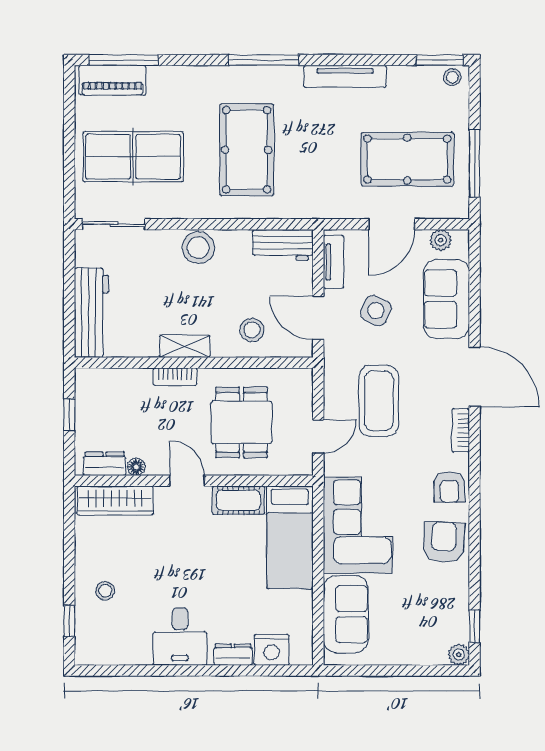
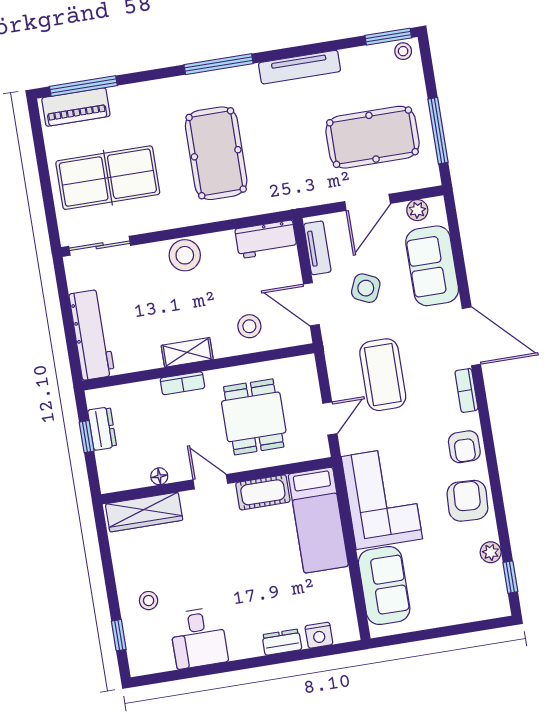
dresser: (105, 464) -> (102, 428), moved, turned 90
desk: (180, 637) -> (199, 638), moved
nightstand: (272, 650) -> (319, 635), width x0.74, depth x0.75
plant: (459, 655) -> (491, 552), moved

